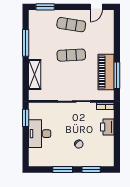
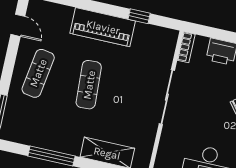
piano: (106, 72) -> (103, 27), moved
window: (117, 75) -> (139, 16), width x0.46

